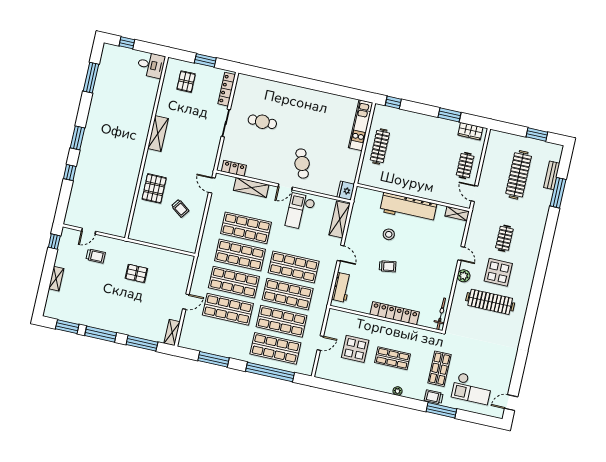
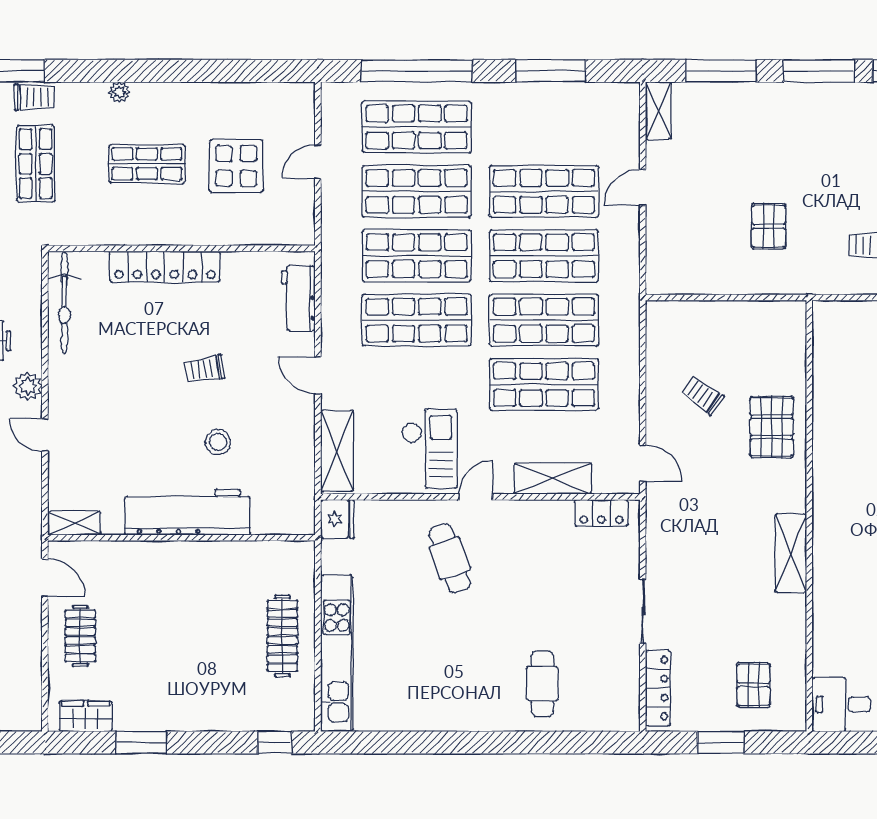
cafe table: (262, 122) -> (542, 684), moved, turned 90
kitchen unit: (361, 125) -> (337, 653), width x1.36
pallet: (136, 273) -> (769, 226), turned 90
bicycle: (441, 314) -> (64, 302), width x1.37, depth x1.40

